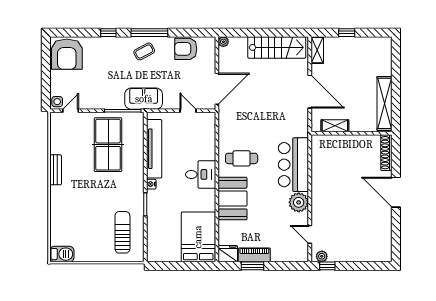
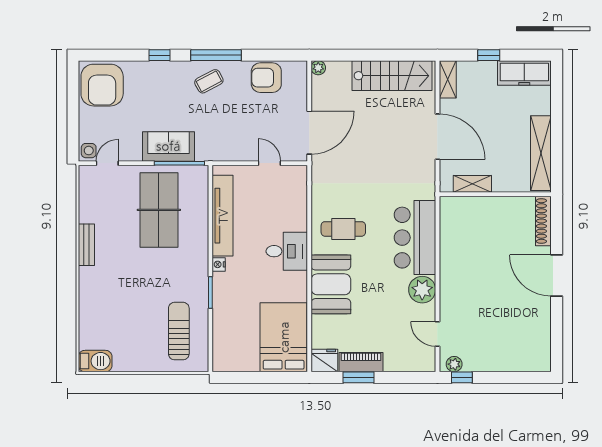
freezer: (373, 45) -> (524, 73), added
sofa: (144, 99) -> (168, 146), moved

